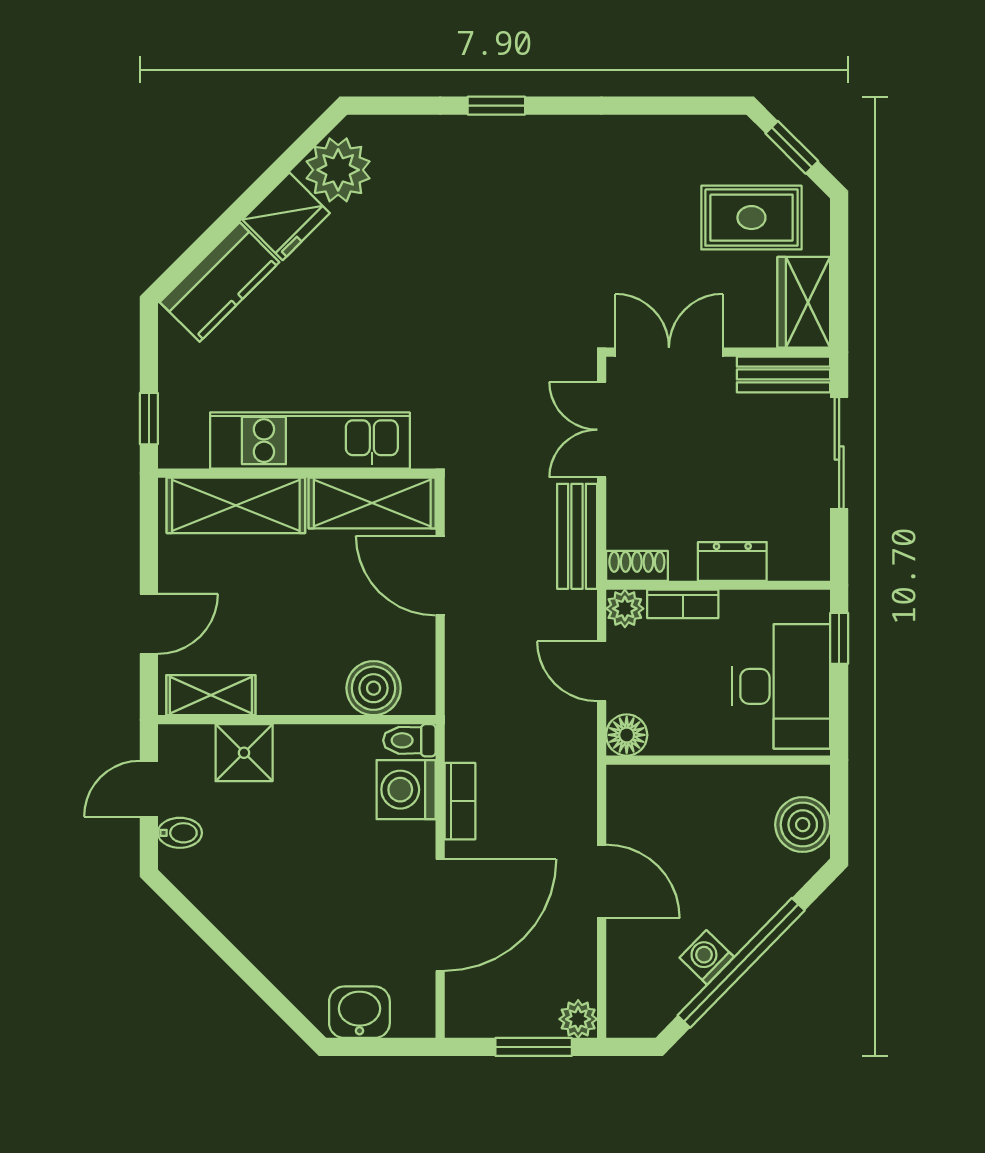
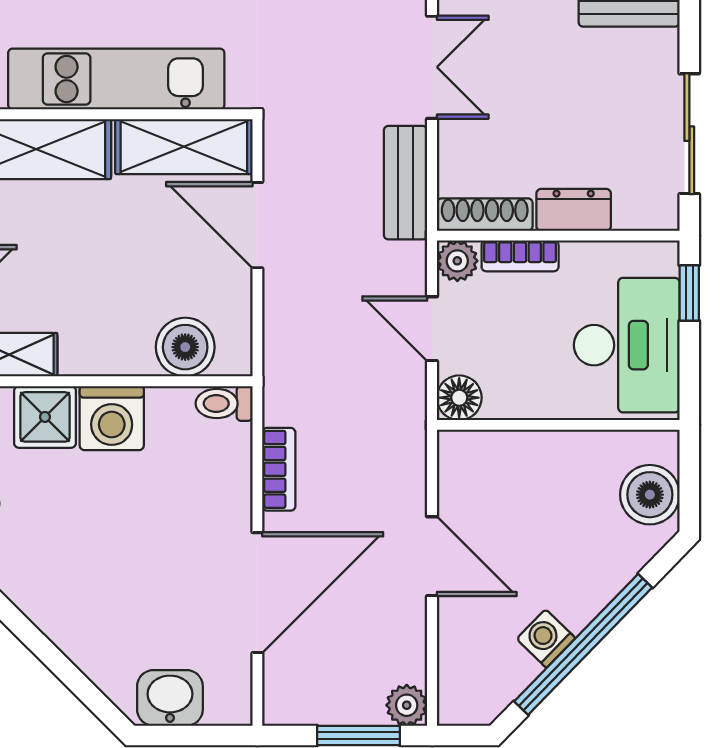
double door: (602, 430) -> (432, 67), swing flipped
sliding door: (839, 453) -> (689, 134), moved
shoe rack: (637, 566) -> (485, 215), width x1.43
washing machine: (406, 790) -> (112, 418), moved, turned -90

